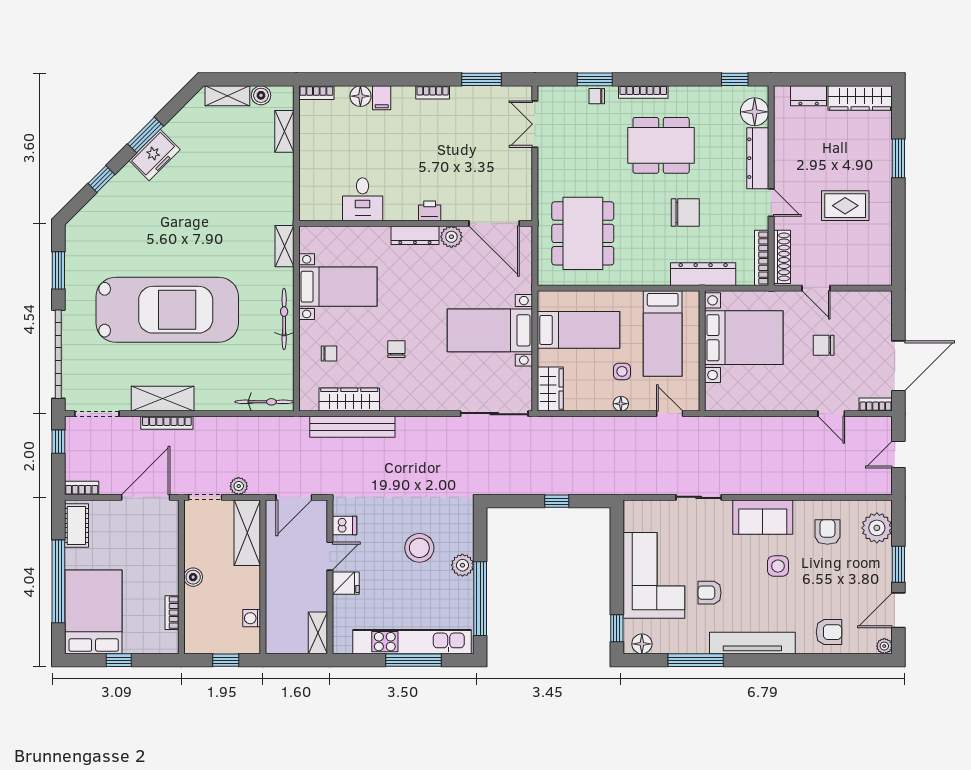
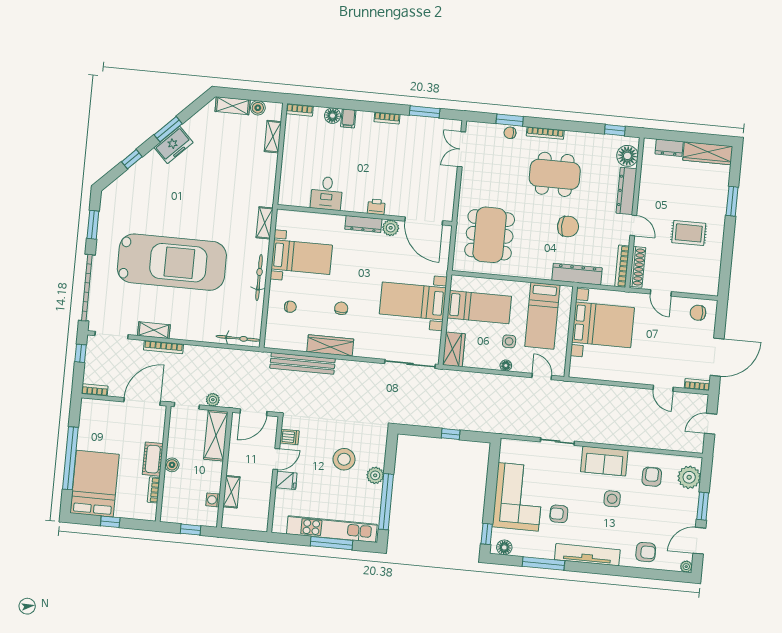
chair: (824, 345) -> (698, 313), moved
shelving: (163, 399) -> (154, 330), width x0.67, depth x0.75
wardrobe: (349, 400) -> (330, 345), moved
cot: (76, 526) -> (153, 459), moved
shelving: (318, 633) -> (231, 492), moved

